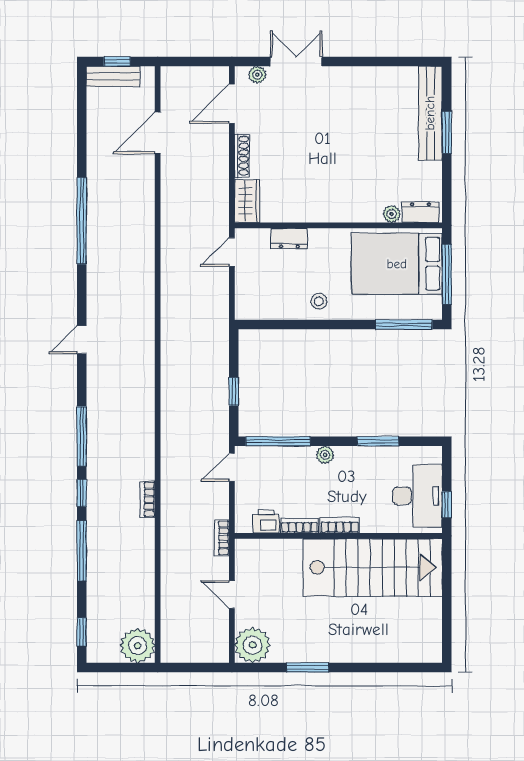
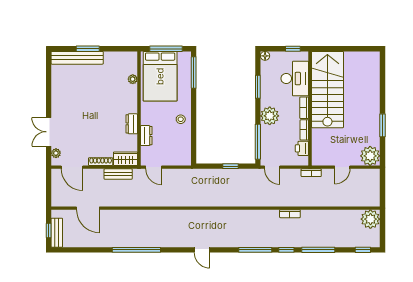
bench: (219, 188) -> (118, 174), added
dresser: (420, 212) -> (132, 124), moved
floor lamp: (434, 454) -> (265, 56), added
plant: (325, 455) -> (270, 116), width x1.87, depth x1.87
desk: (417, 496) -> (295, 79), moved, turned 90

